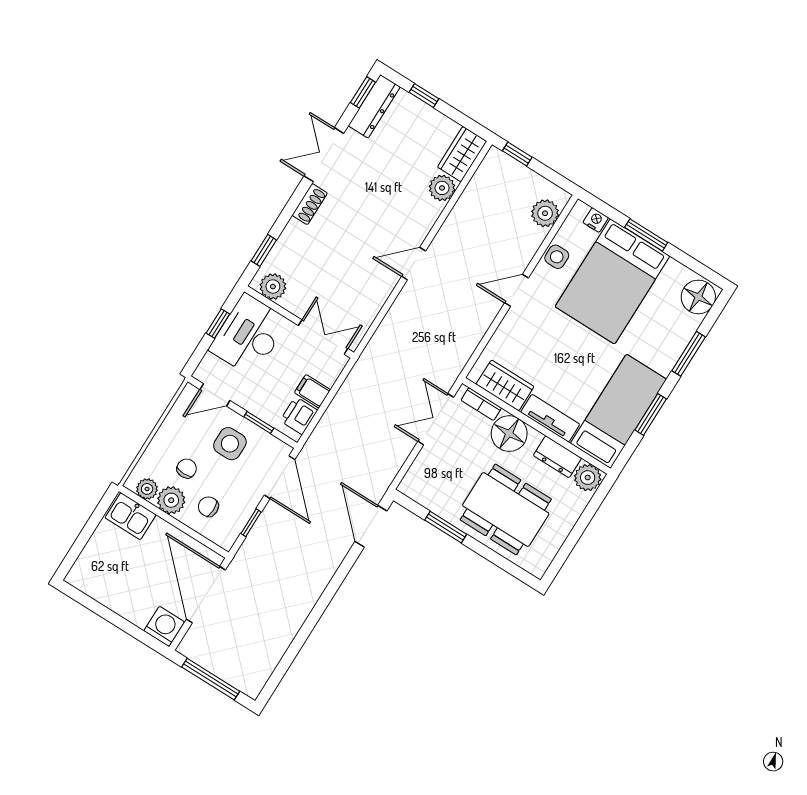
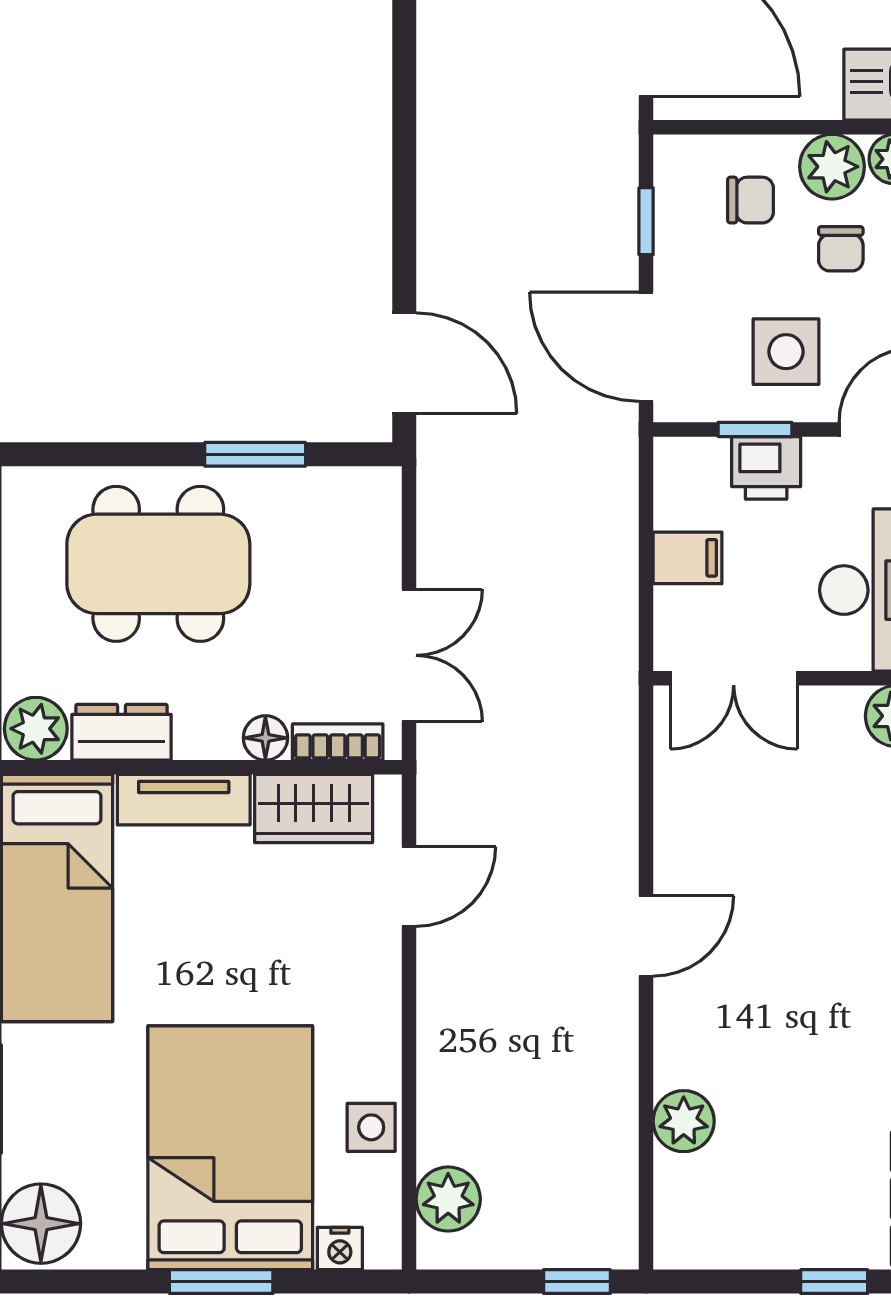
wardrobe: (462, 154) -> (686, 1213), removed
door: (516, 290) -> (409, 887), moved
printer: (299, 416) -> (766, 468), moved, turned 90
floor lamp: (509, 434) -> (265, 738), width x0.53, depth x0.53

